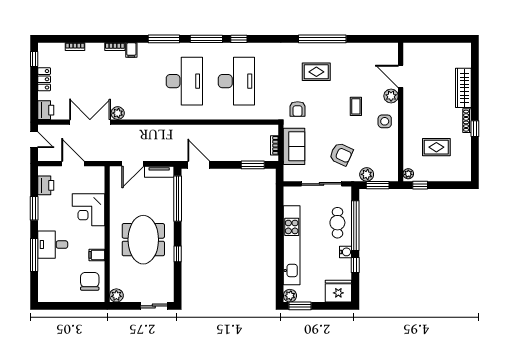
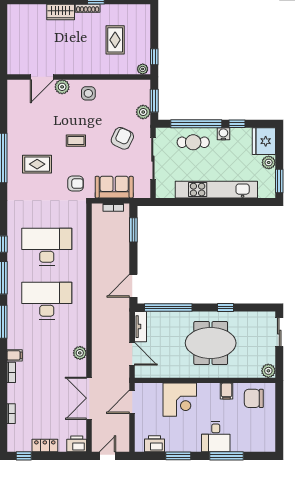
rug: (316, 72) -> (37, 164), turned 90
wardrobe: (463, 88) -> (61, 12), width x0.67
coffee table: (356, 106) -> (76, 141), moved
plant: (118, 113) -> (80, 353), moved
door: (73, 164) -> (132, 402), moved
plant: (290, 296) -> (269, 162), moved

